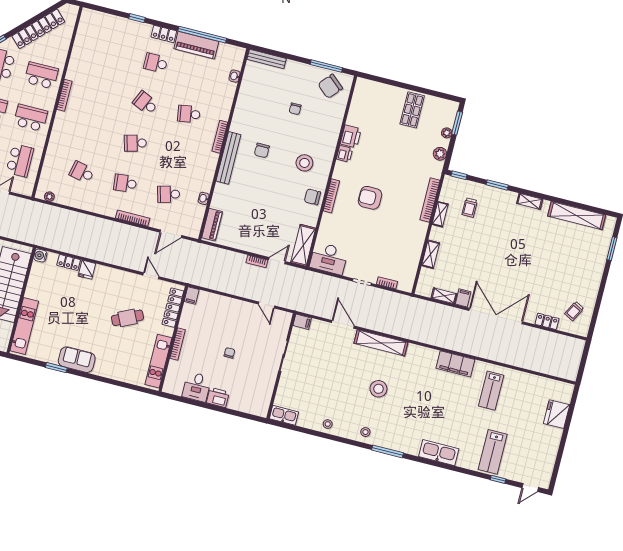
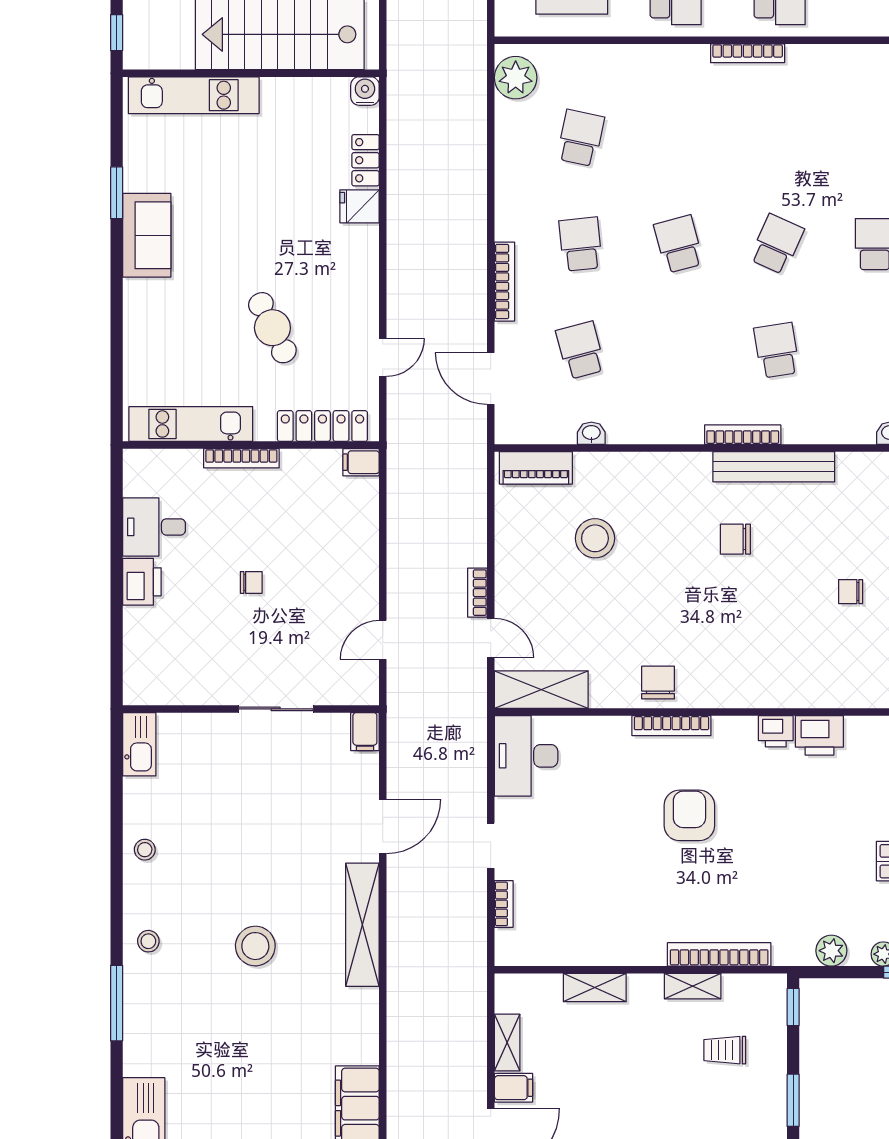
bench: (228, 158) -> (774, 467), moved
stool: (304, 163) -> (595, 538), moved
plant: (49, 197) -> (516, 78), width x1.87, depth x1.87

